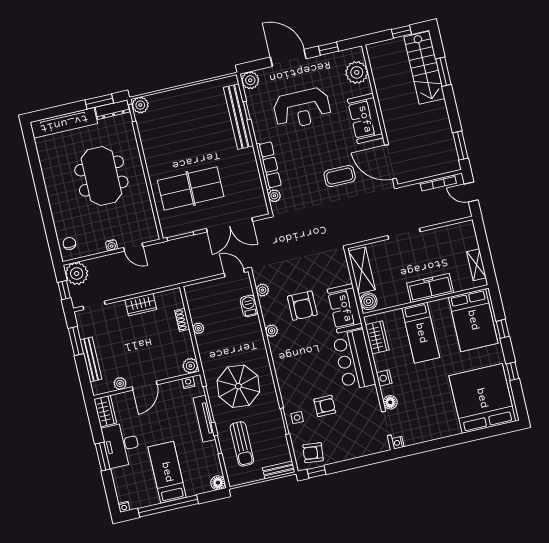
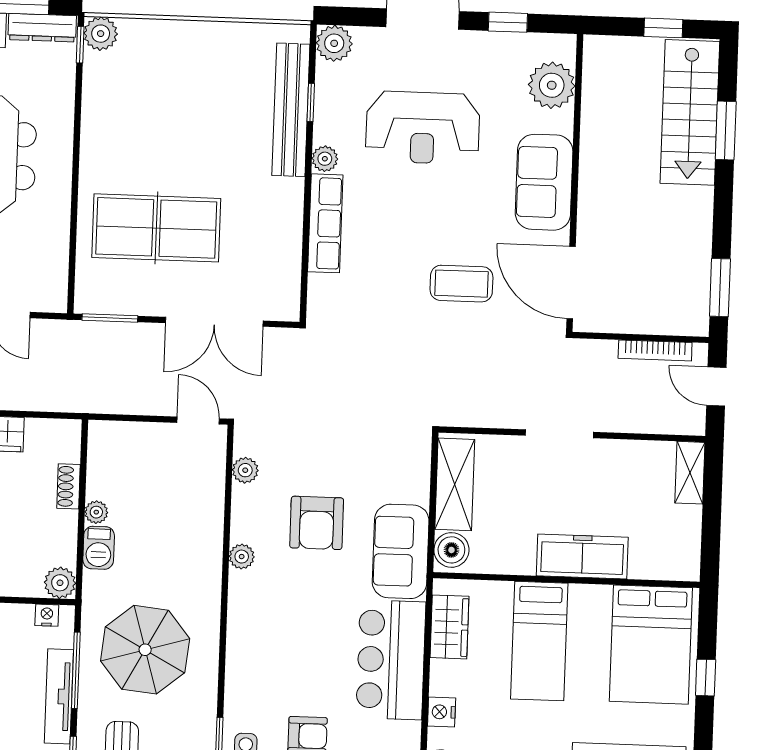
plant: (274, 196) -> (325, 159), moved
shelving: (476, 265) -> (690, 473), moved
barbecue: (249, 306) -> (99, 548), moved, turned 180

